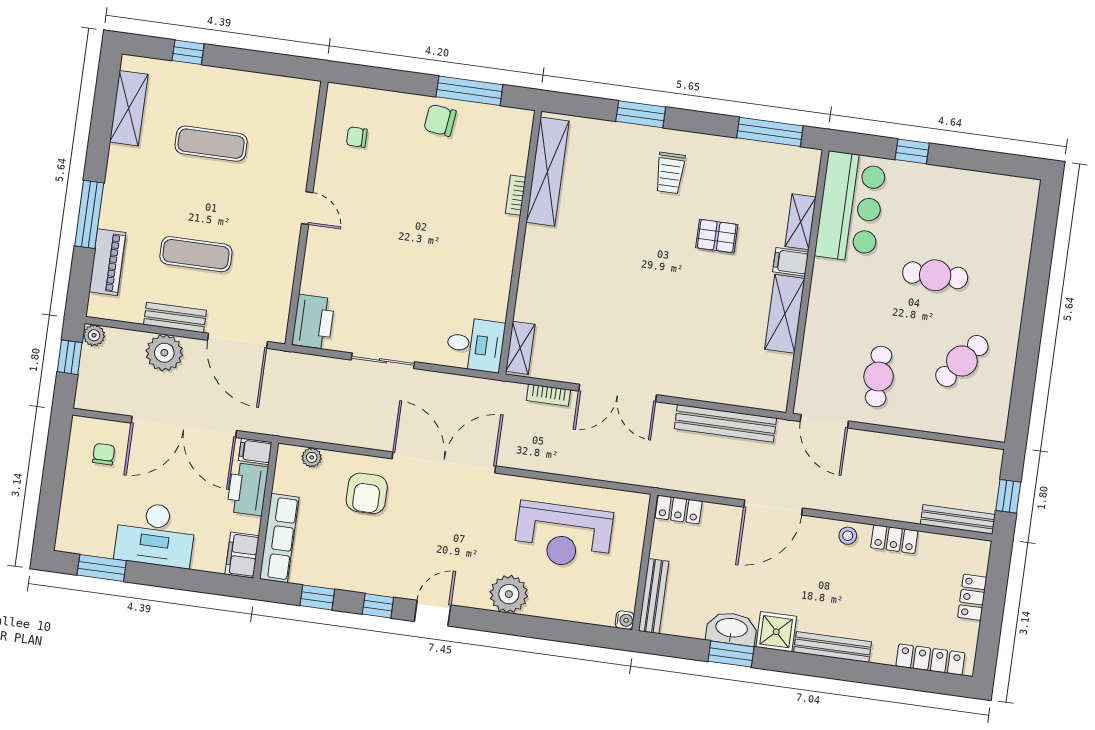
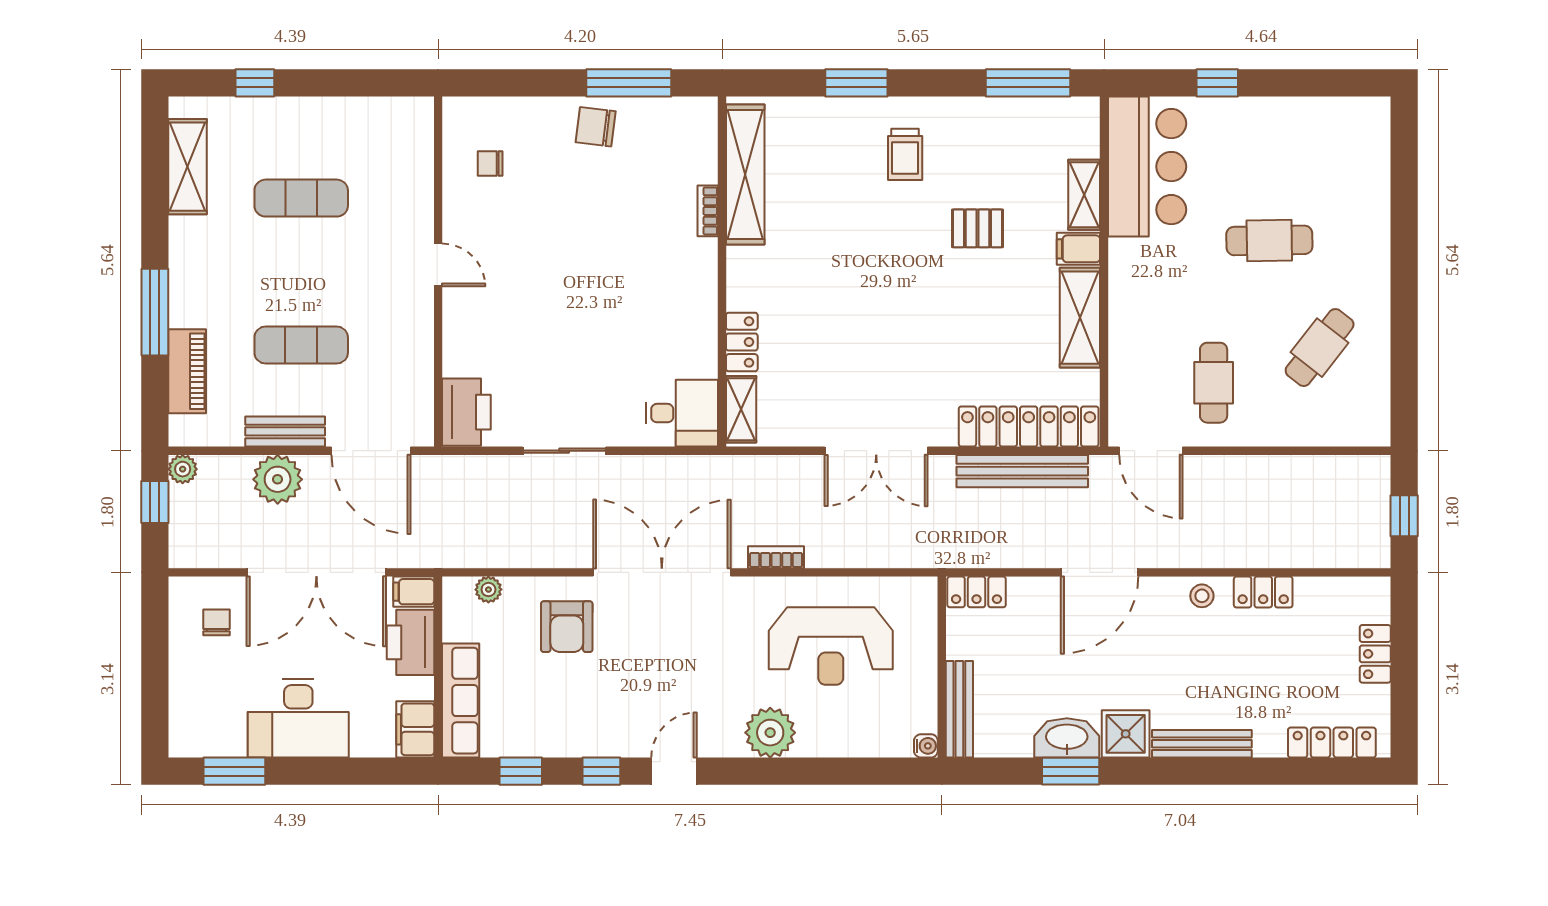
locker: (528, 297) -> (742, 342), added
locker: (735, 390) -> (1029, 426), added
bookcase: (548, 395) -> (776, 557), moved, turned 180
bench: (958, 519) -> (1343, 555), removed

